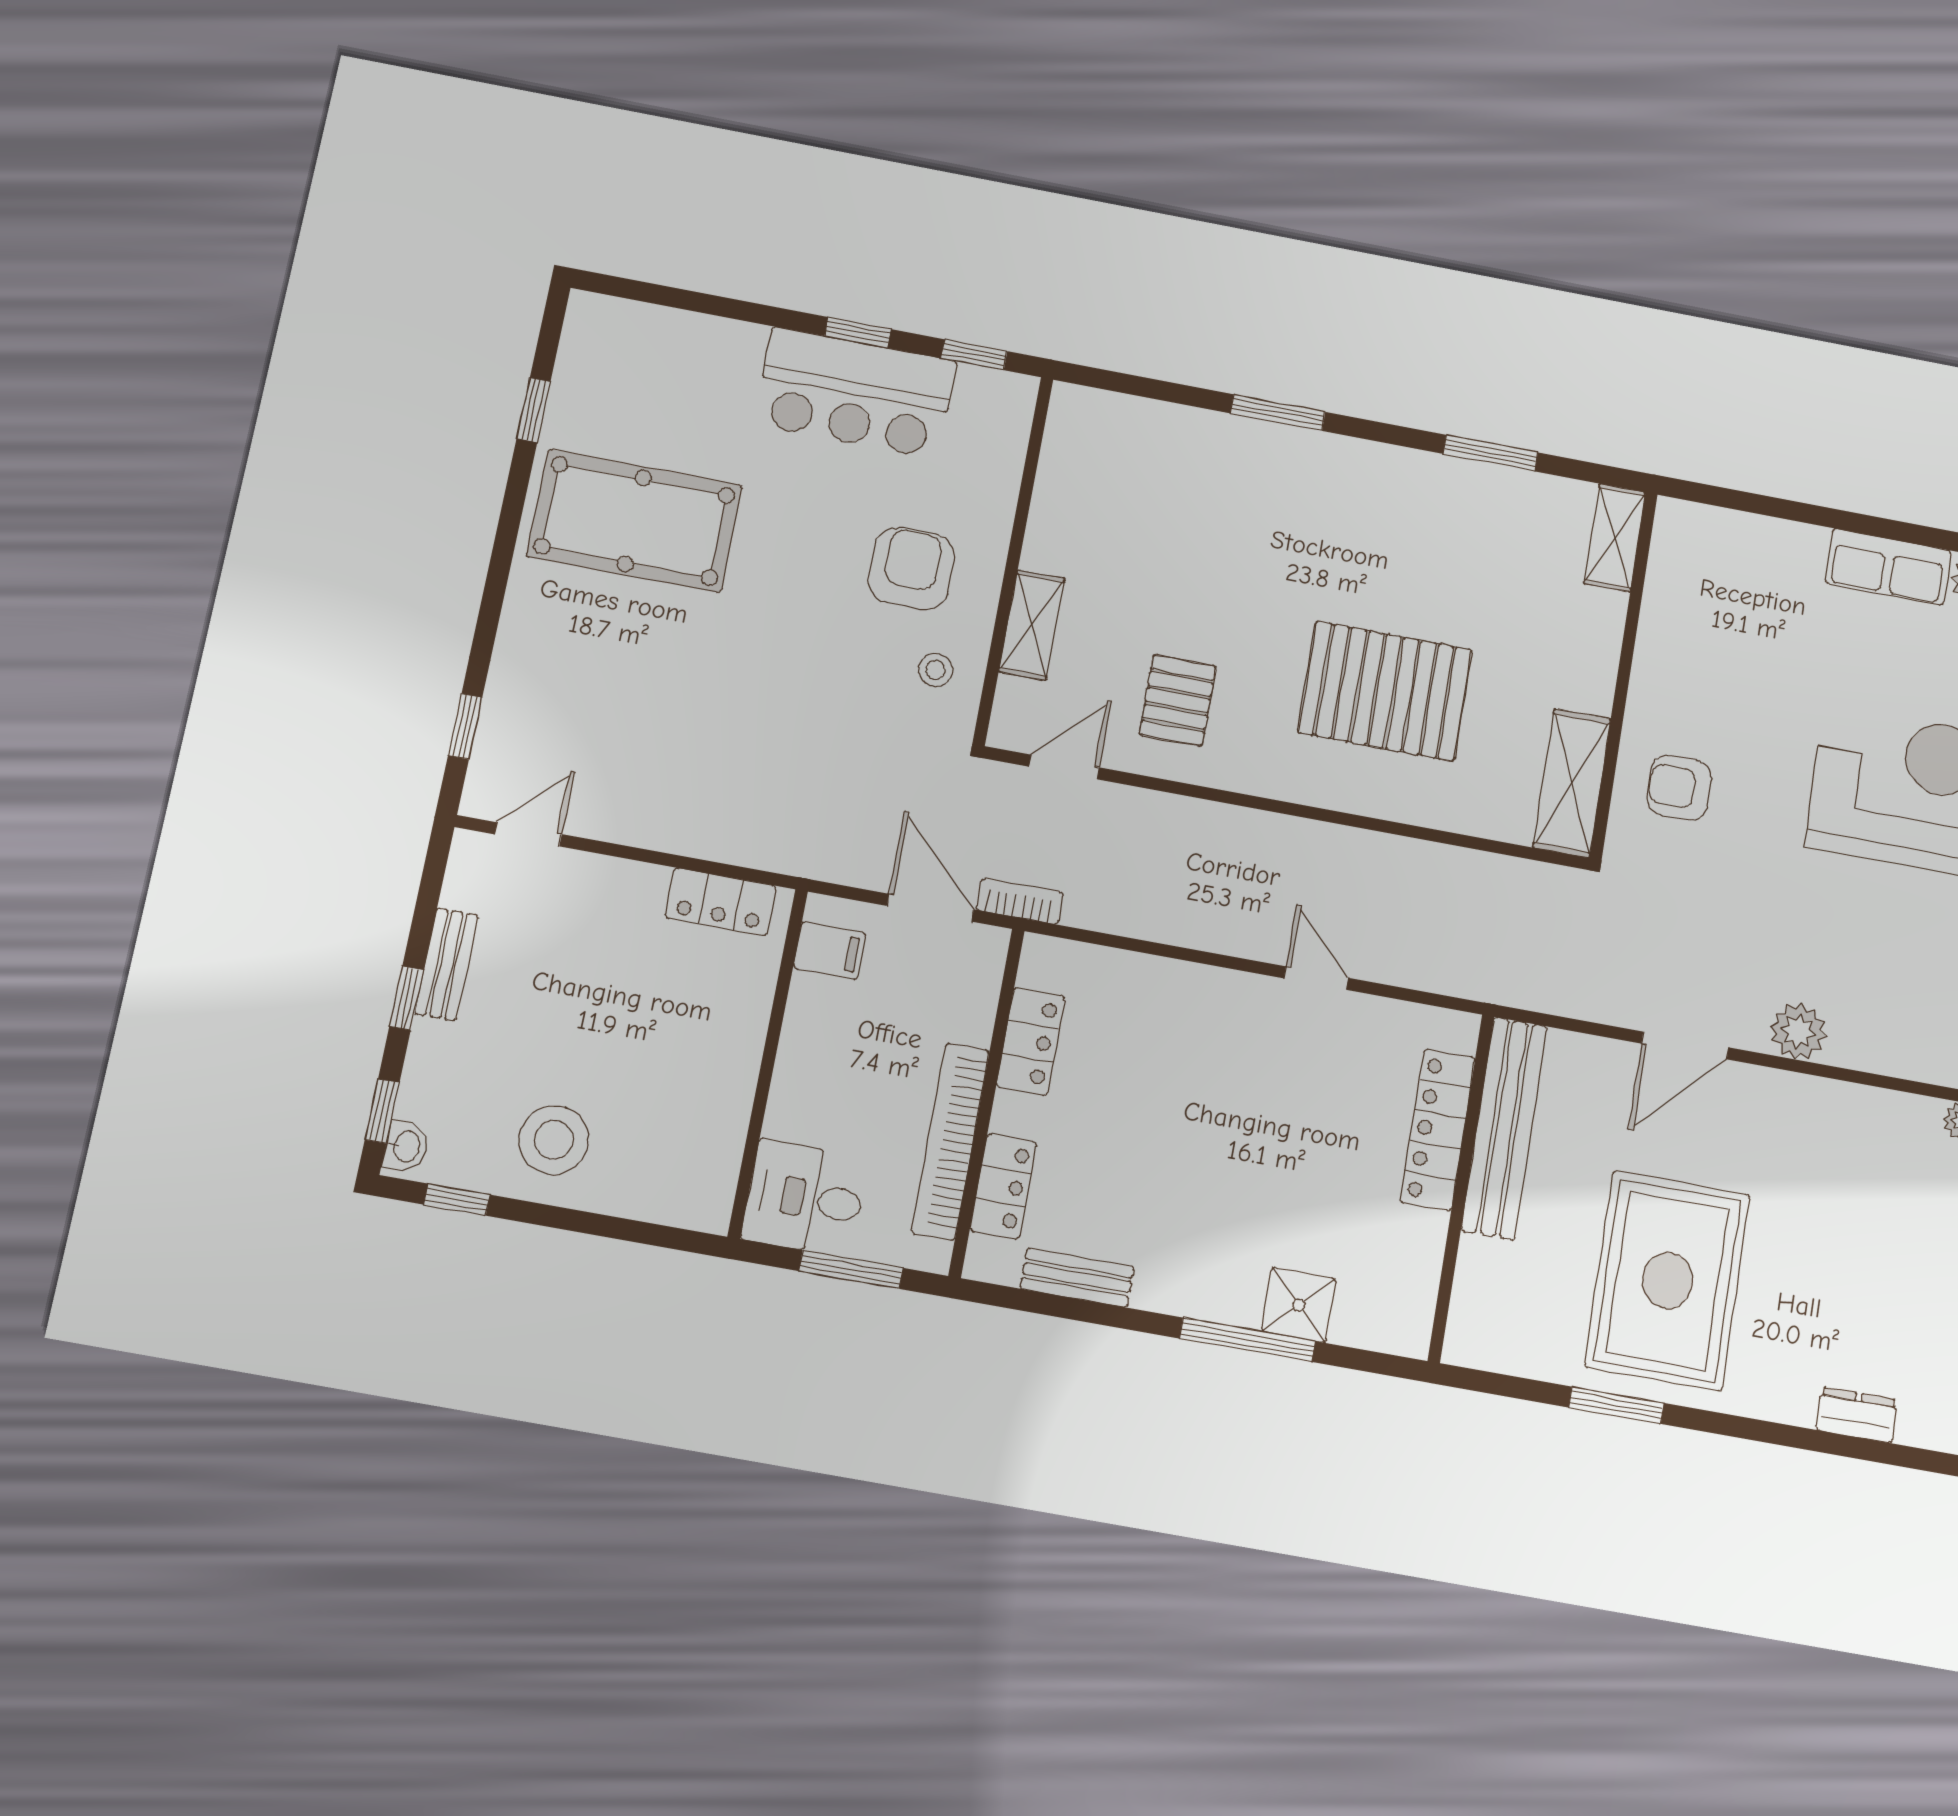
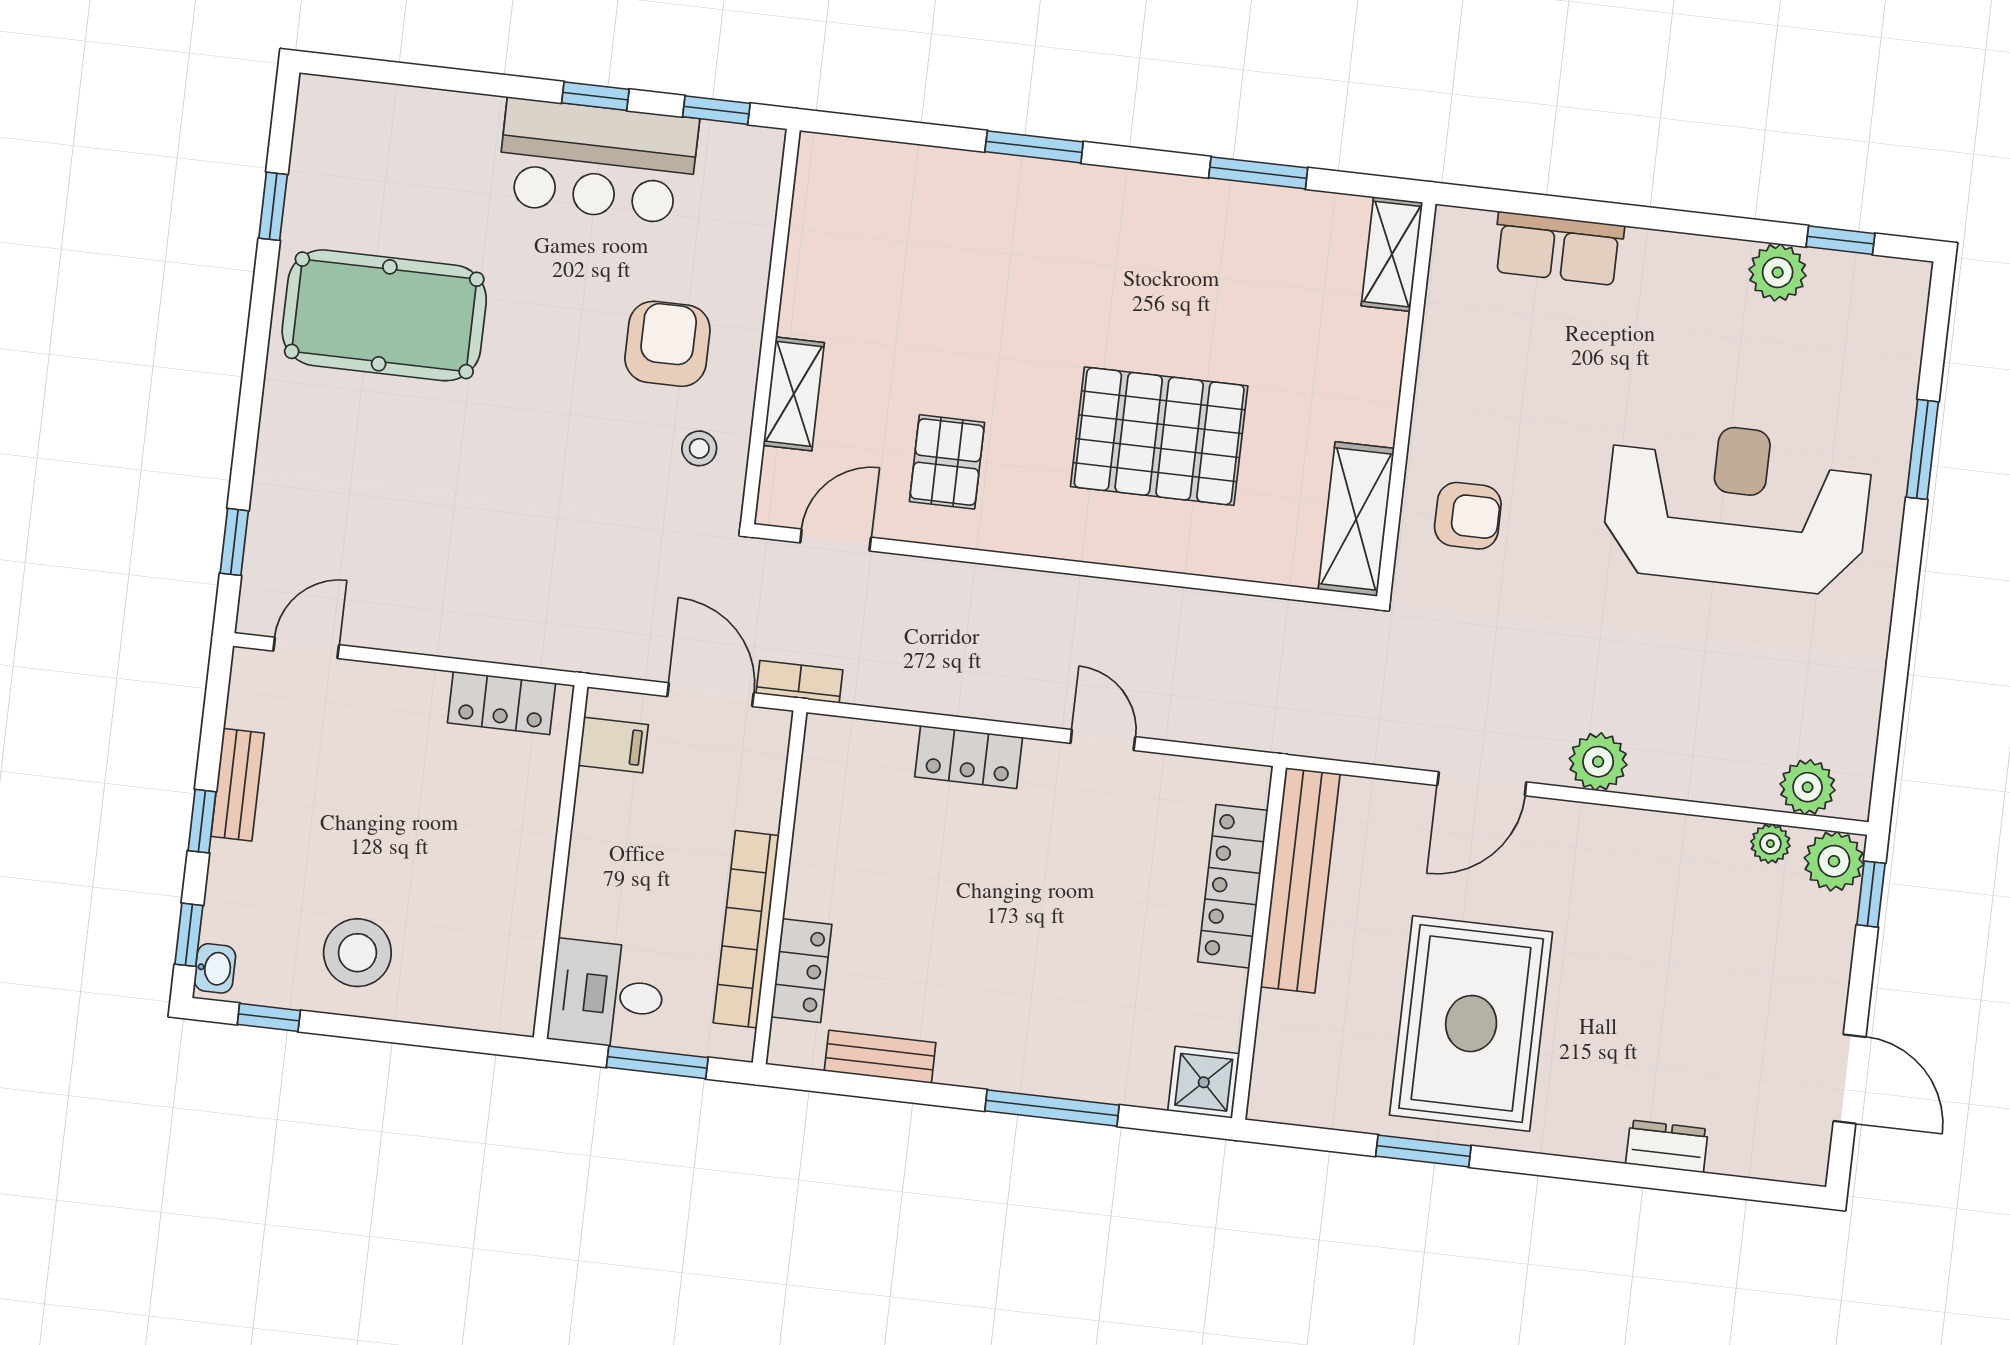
row of seats: (1888, 567) -> (1558, 249), moved
armchair: (1679, 788) -> (1468, 516), turned 180
locker: (1031, 1041) -> (969, 757), moved, turned 90
shower: (1299, 1305) -> (1204, 1082), moved

